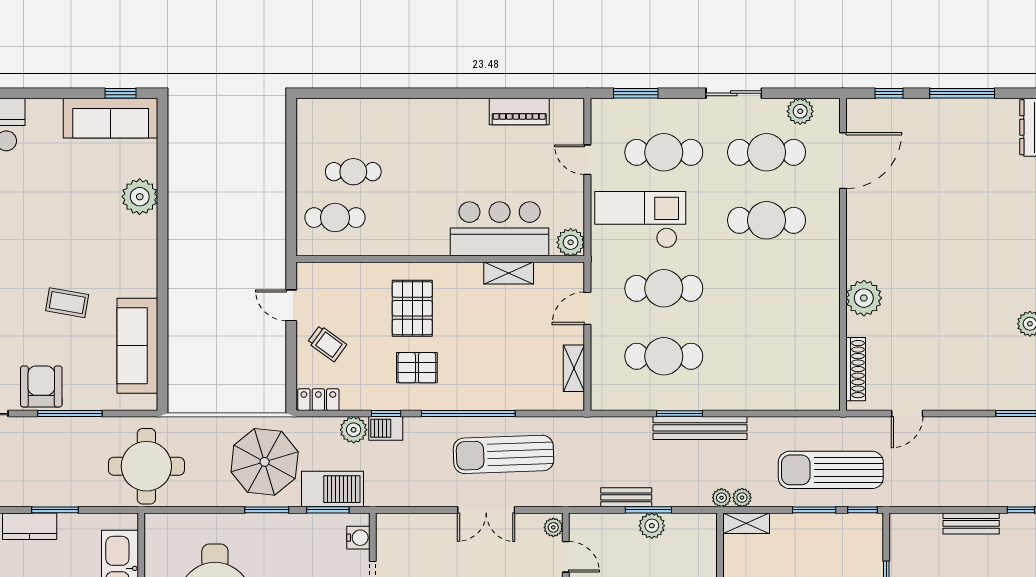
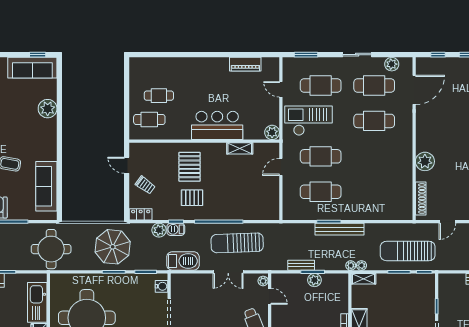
bar counter: (500, 229) -> (217, 125), moved
shelving: (574, 368) -> (274, 198), removed
barbecue: (333, 489) -> (183, 261), moved

